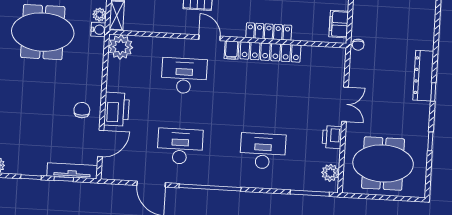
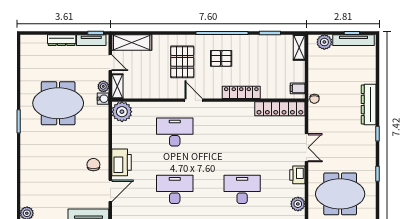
filing cabinet: (339, 24) -> (298, 88), width x0.50
filing cabinet: (232, 50) -> (212, 109), removed
locker: (270, 52) -> (280, 109), moved
dresser: (423, 76) -> (369, 105), moved

